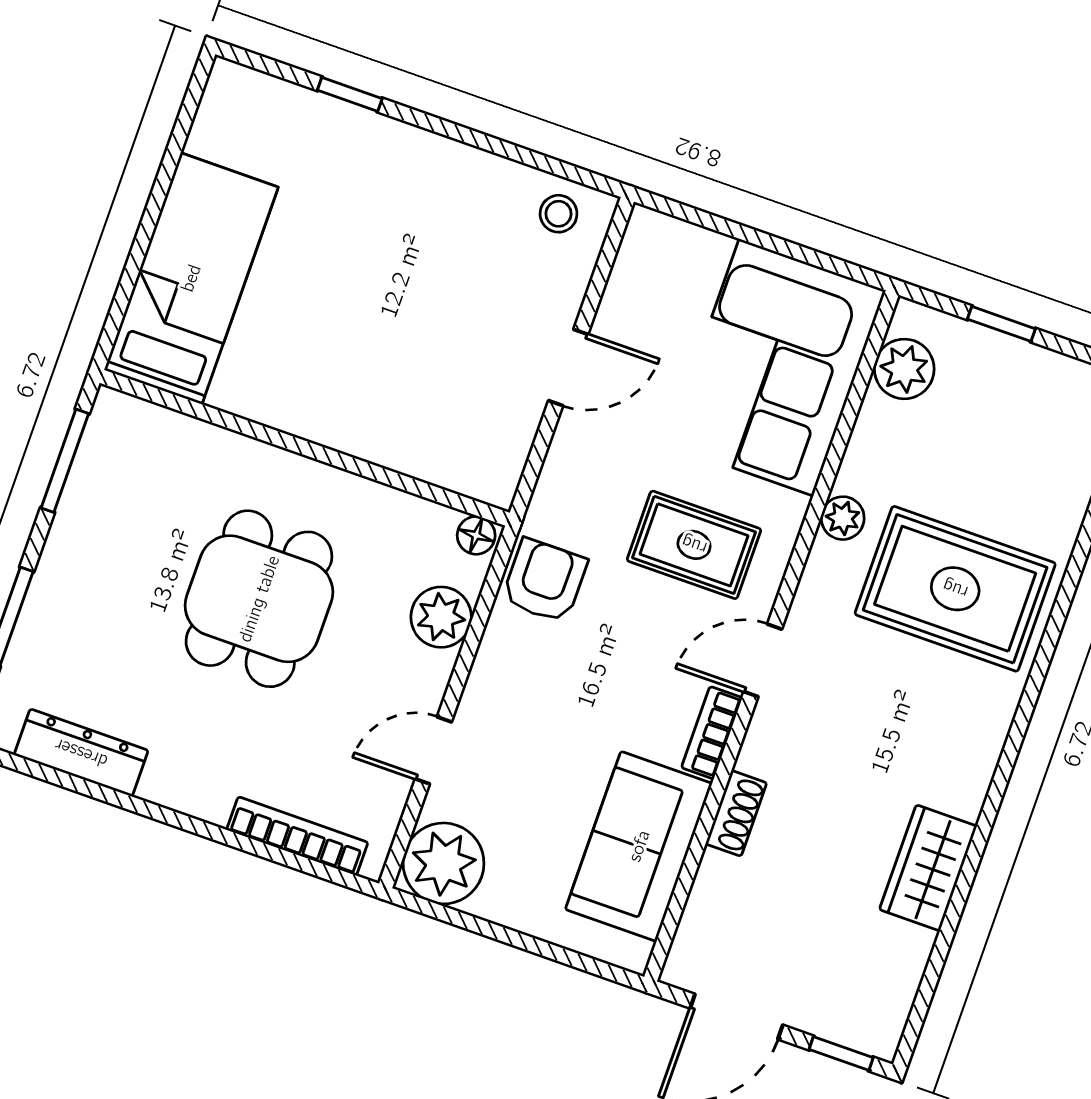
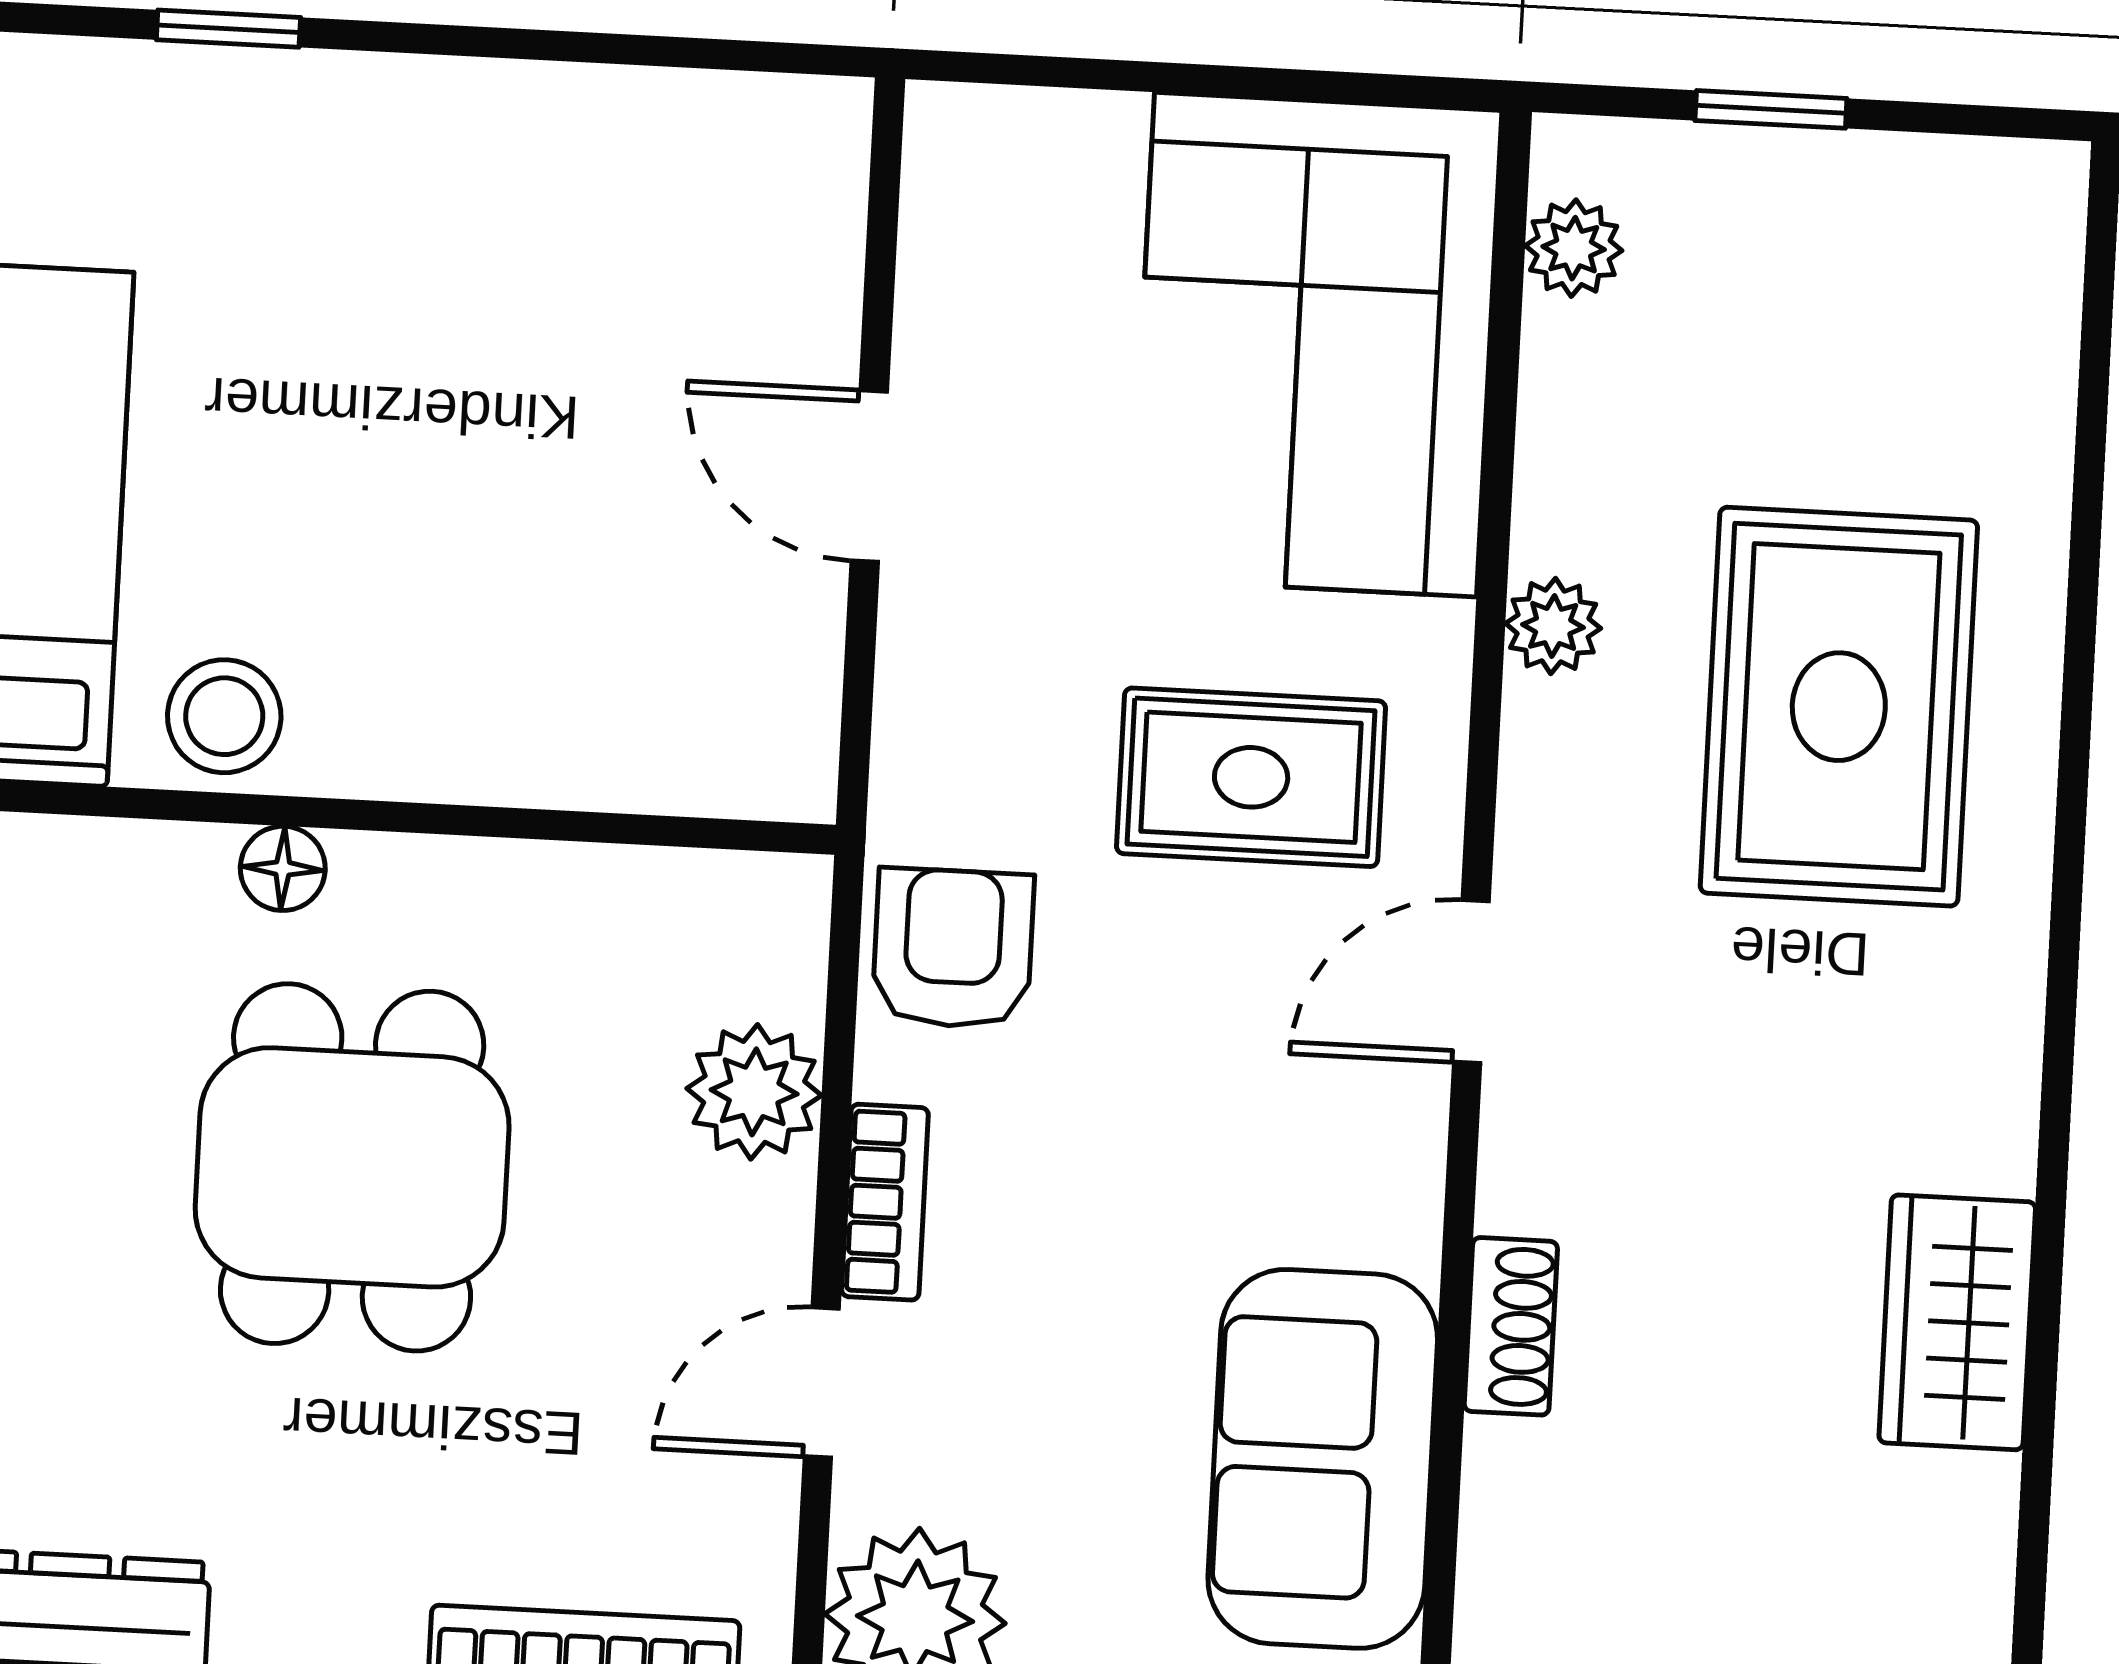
stool: (559, 214) -> (224, 716), moved, width x1.37, depth x1.37
door: (568, 367) -> (869, 476), swing flipped
plant: (904, 369) -> (1574, 248), width x0.73, depth x0.73
floor lamp: (476, 535) -> (283, 868), moved
rug: (955, 589) -> (1839, 707), turned 90
bookcase: (712, 733) -> (885, 1202), moved, turned 180

